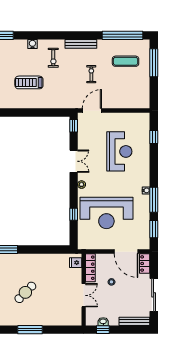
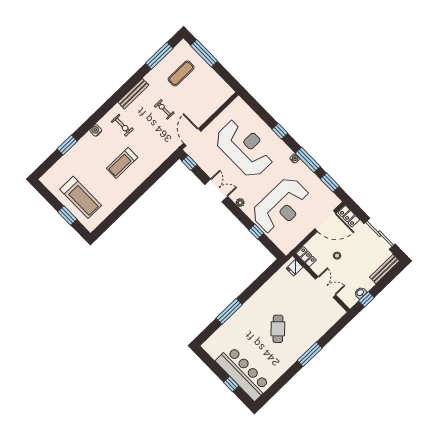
window: (122, 35) -> (159, 56), width x0.68
window: (154, 137) -> (280, 131), moved
reception desk: (119, 151) -> (245, 148), width x1.36, depth x1.30
locker: (90, 268) -> (306, 257), width x0.66

